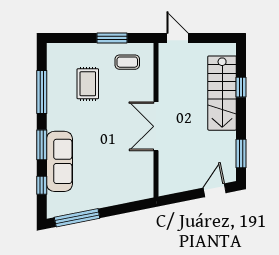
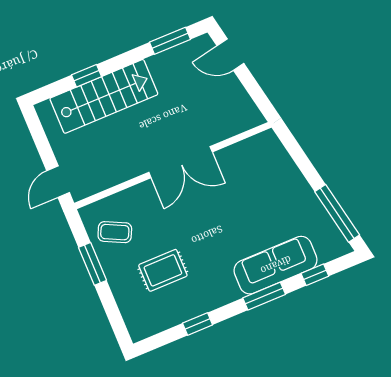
coffee table: (127, 62) -> (115, 232), turned -64
window: (42, 92) -> (198, 324), width x0.46

